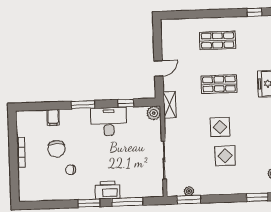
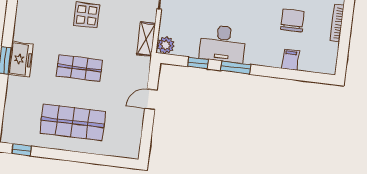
shop shelf: (218, 40) -> (73, 122), width x1.43, depth x1.36
window: (83, 105) -> (236, 68), moved
shelving: (170, 105) -> (146, 39), moved

